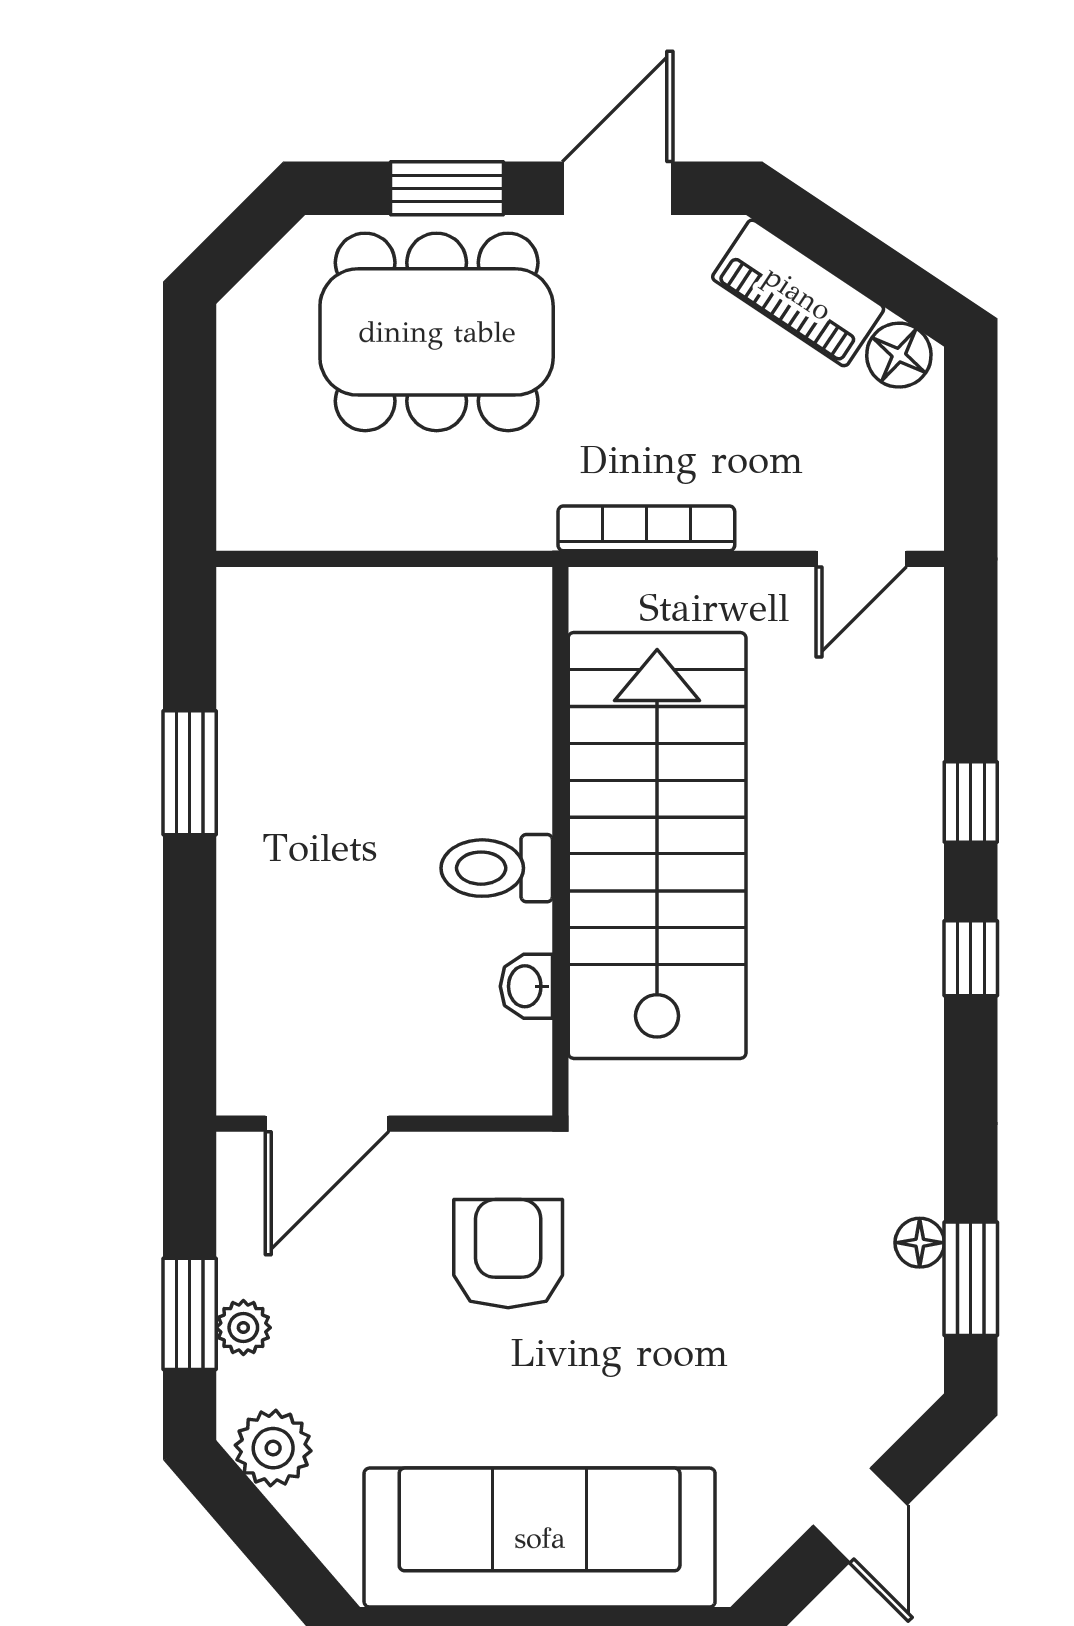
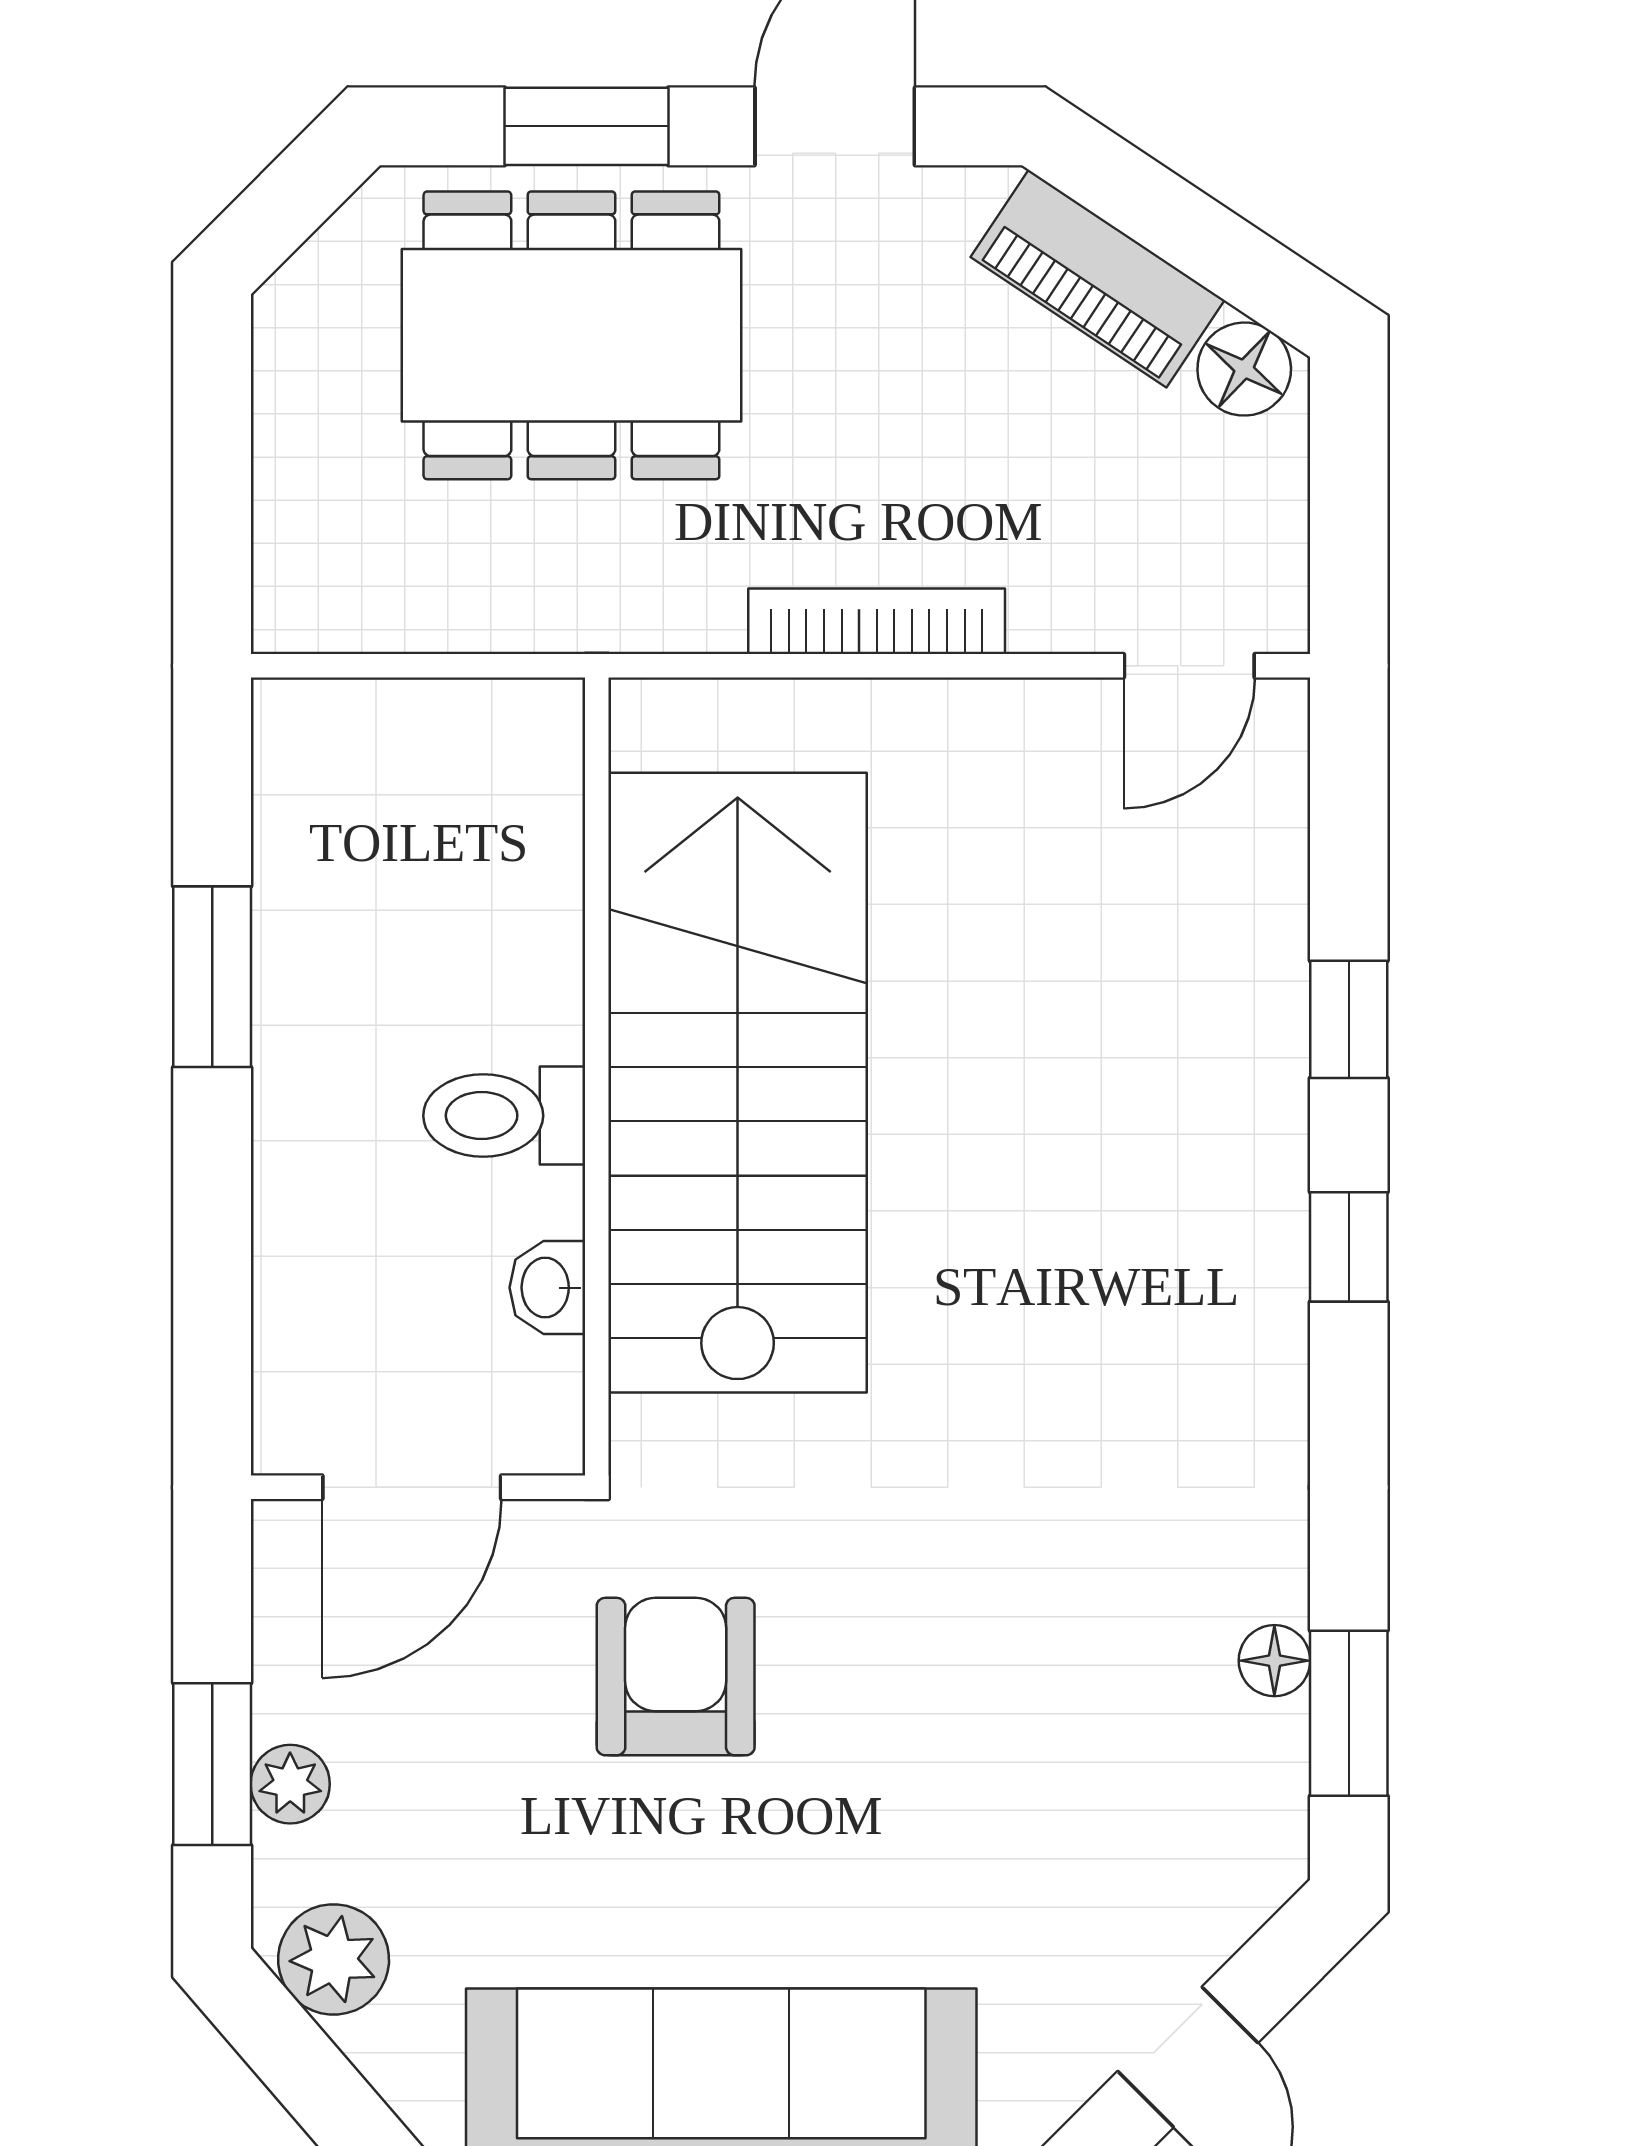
wall: (560, 841) -> (597, 1077), moved
stairs: (657, 845) -> (738, 1083), moved
toilet: (497, 868) -> (504, 1116), moved
washbasin: (526, 986) -> (547, 1288), moved

